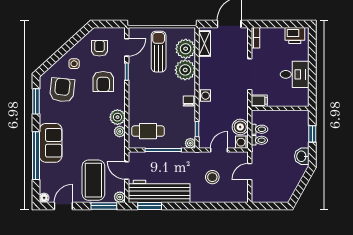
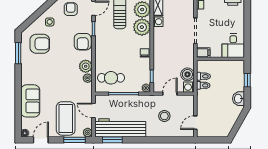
desk: (295, 74) -> (233, 46), moved, turned 90
armchair: (103, 82) -> (83, 42), moved
armchair: (62, 90) -> (40, 44), turned 84
washing machine: (205, 96) -> (158, 22), moved
sofa: (51, 143) -> (30, 101), moved
window: (36, 156) -> (18, 98), removed
door: (250, 172) -> (195, 123), moved

